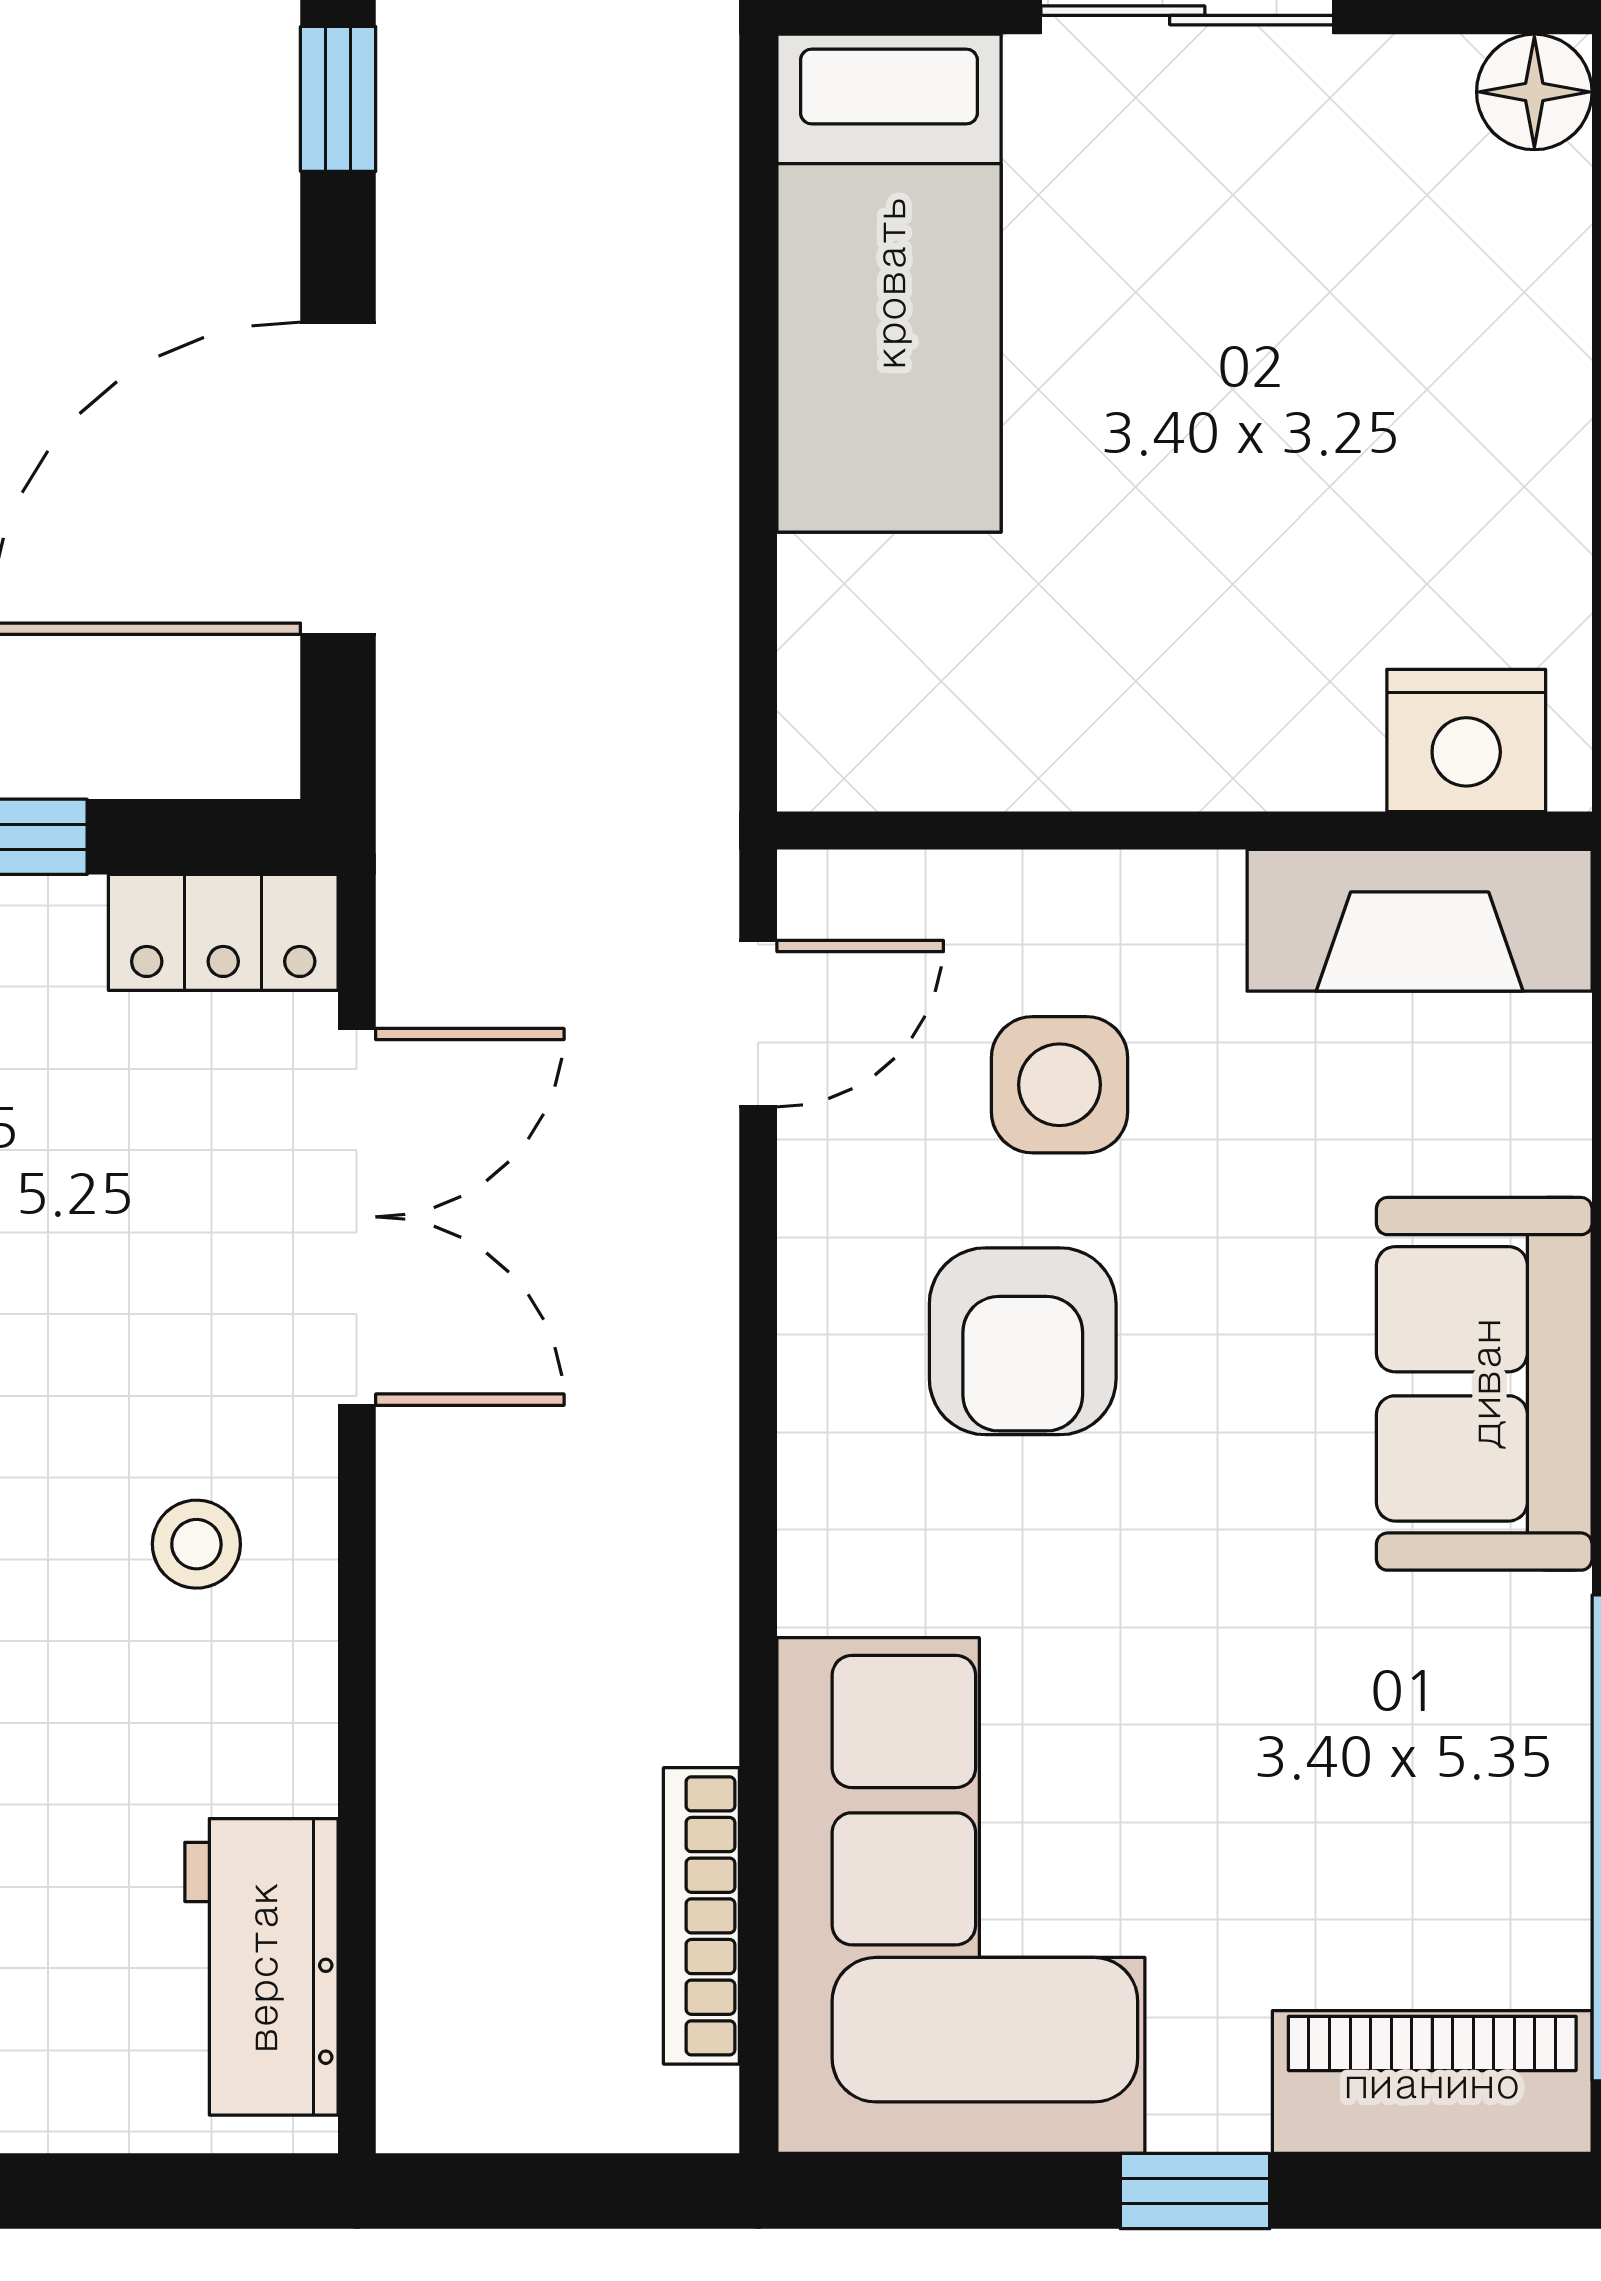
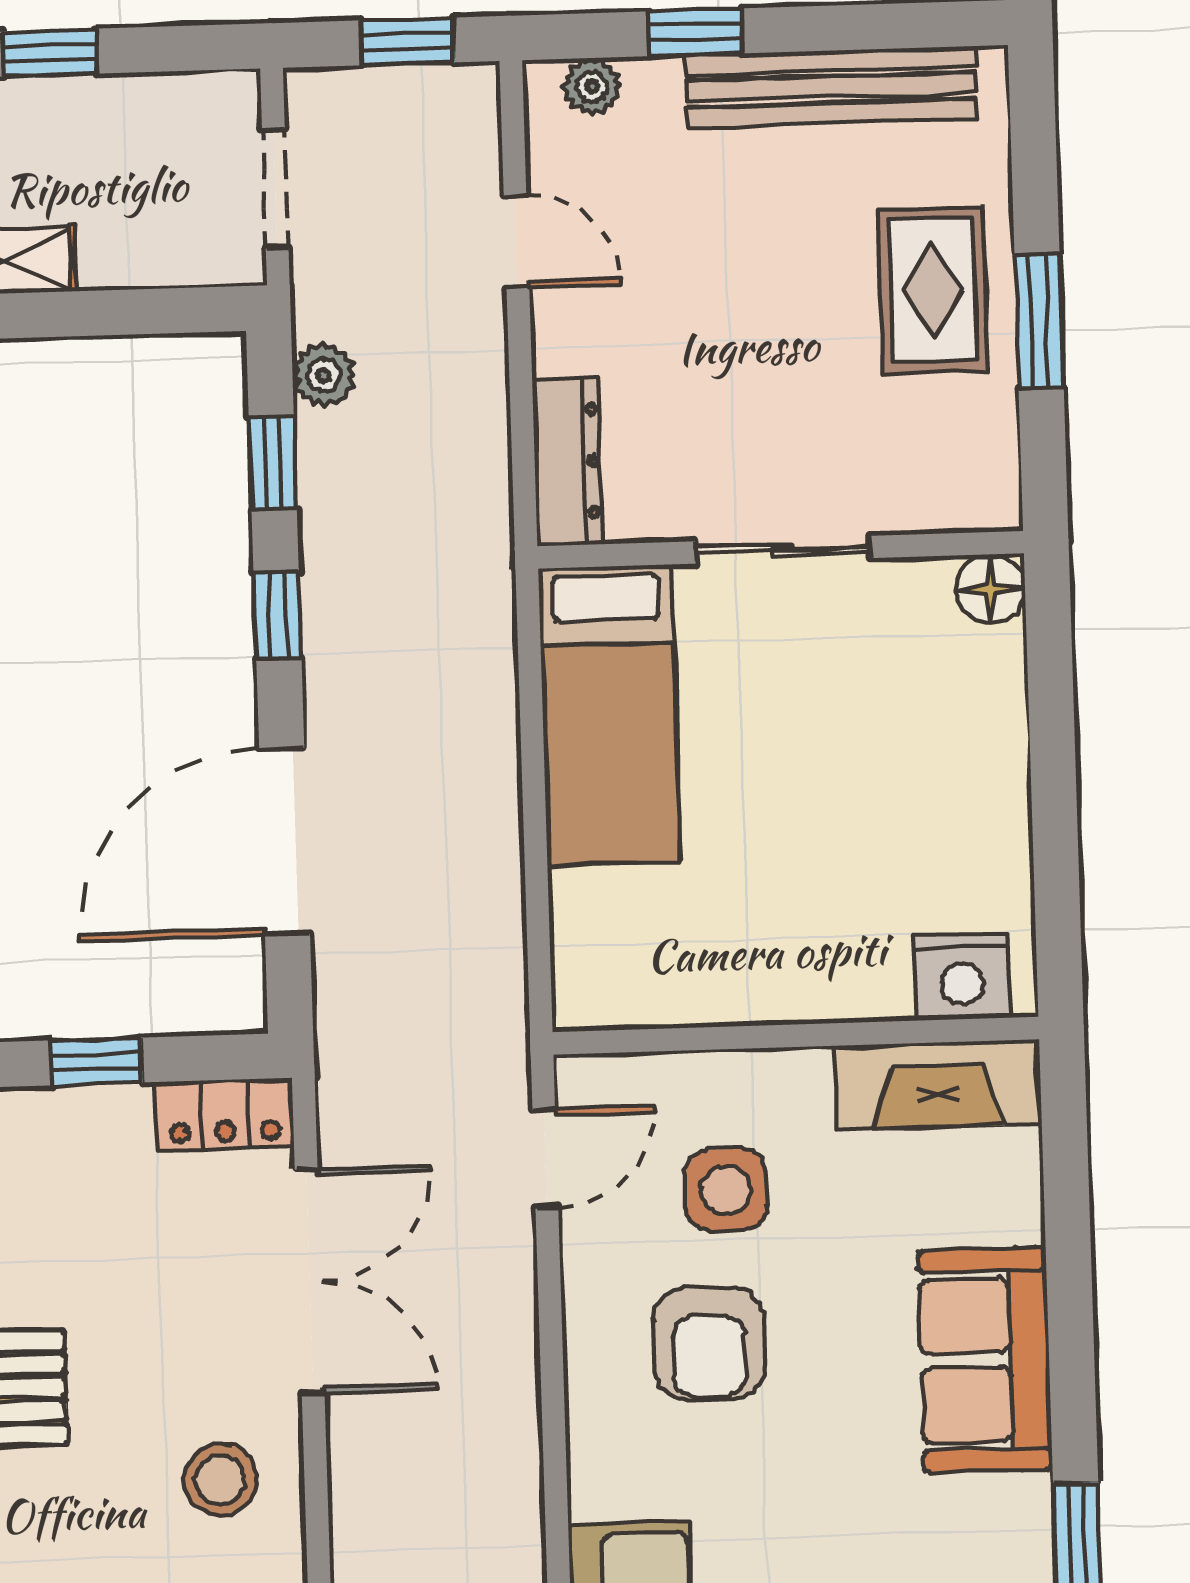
stool: (196, 1544) -> (220, 1480), width x1.37, depth x1.37

